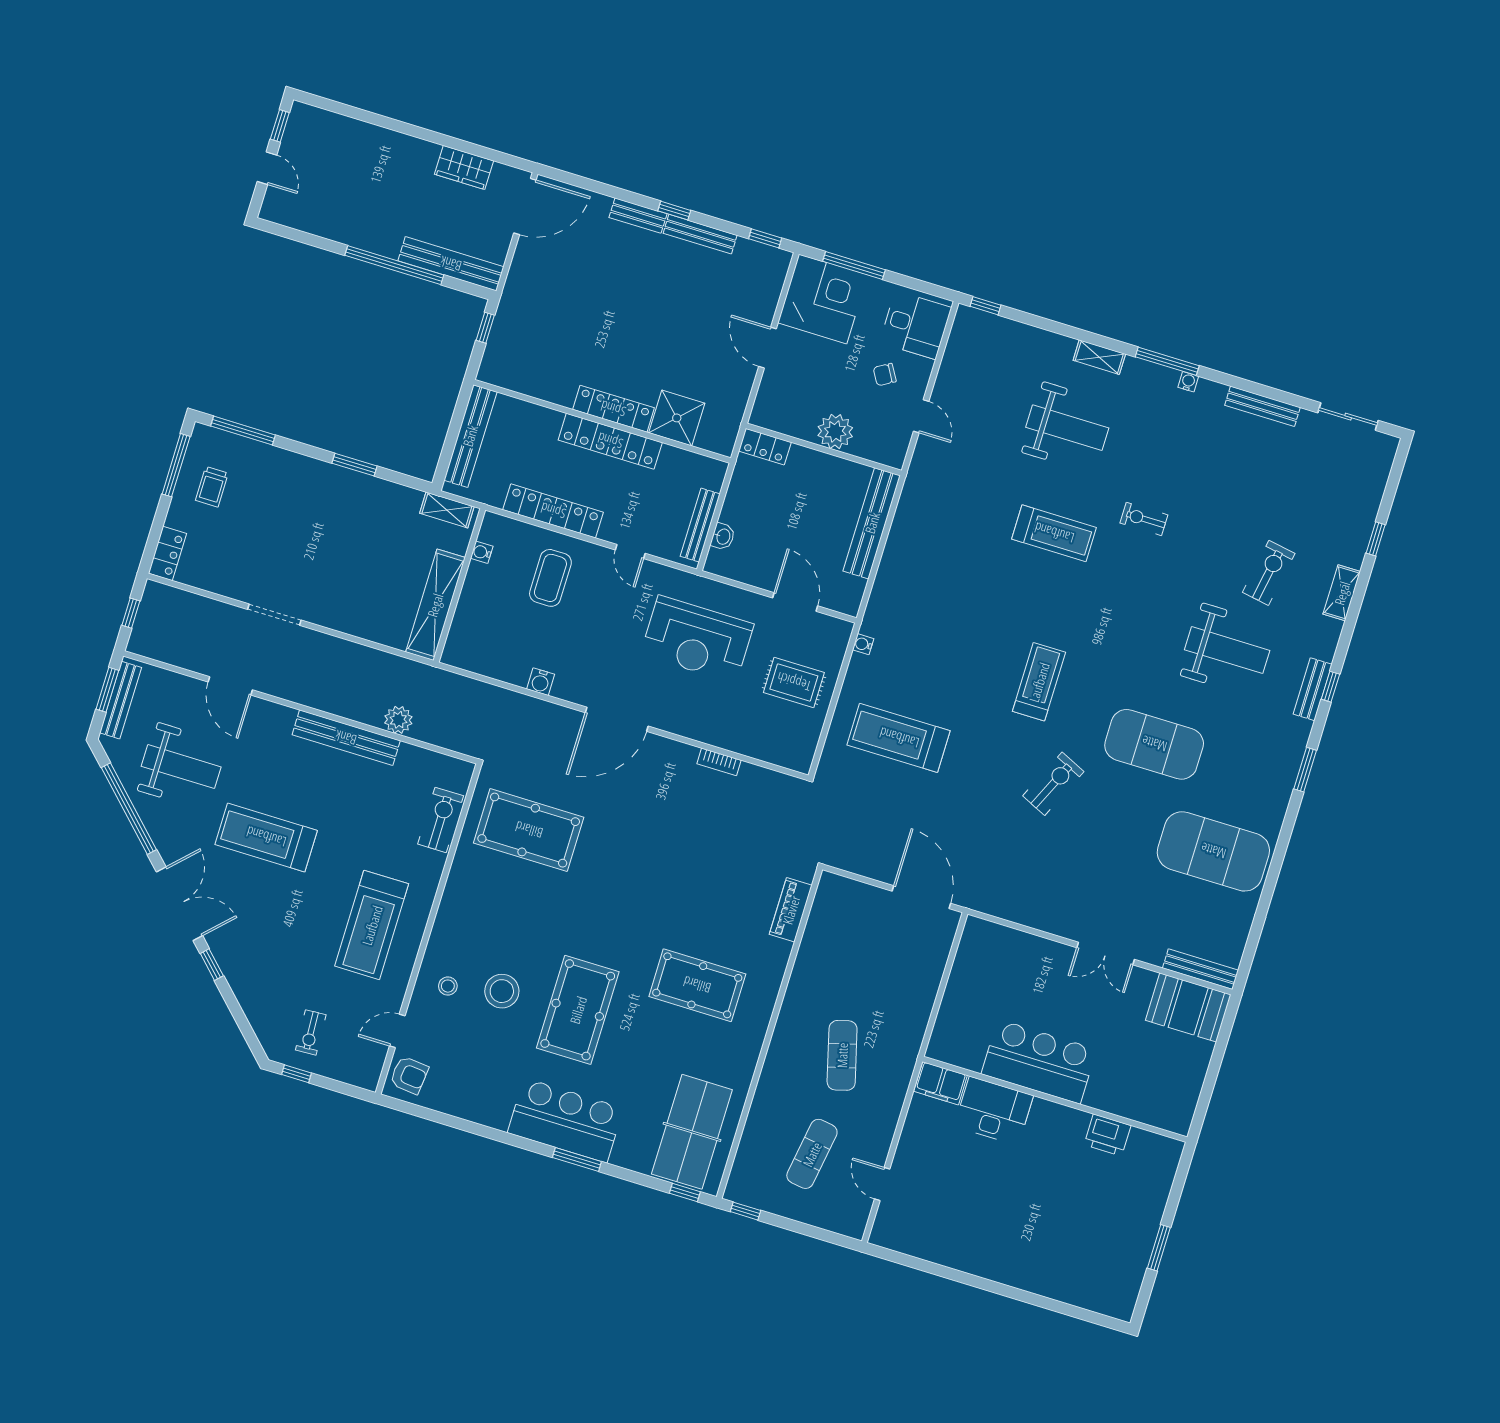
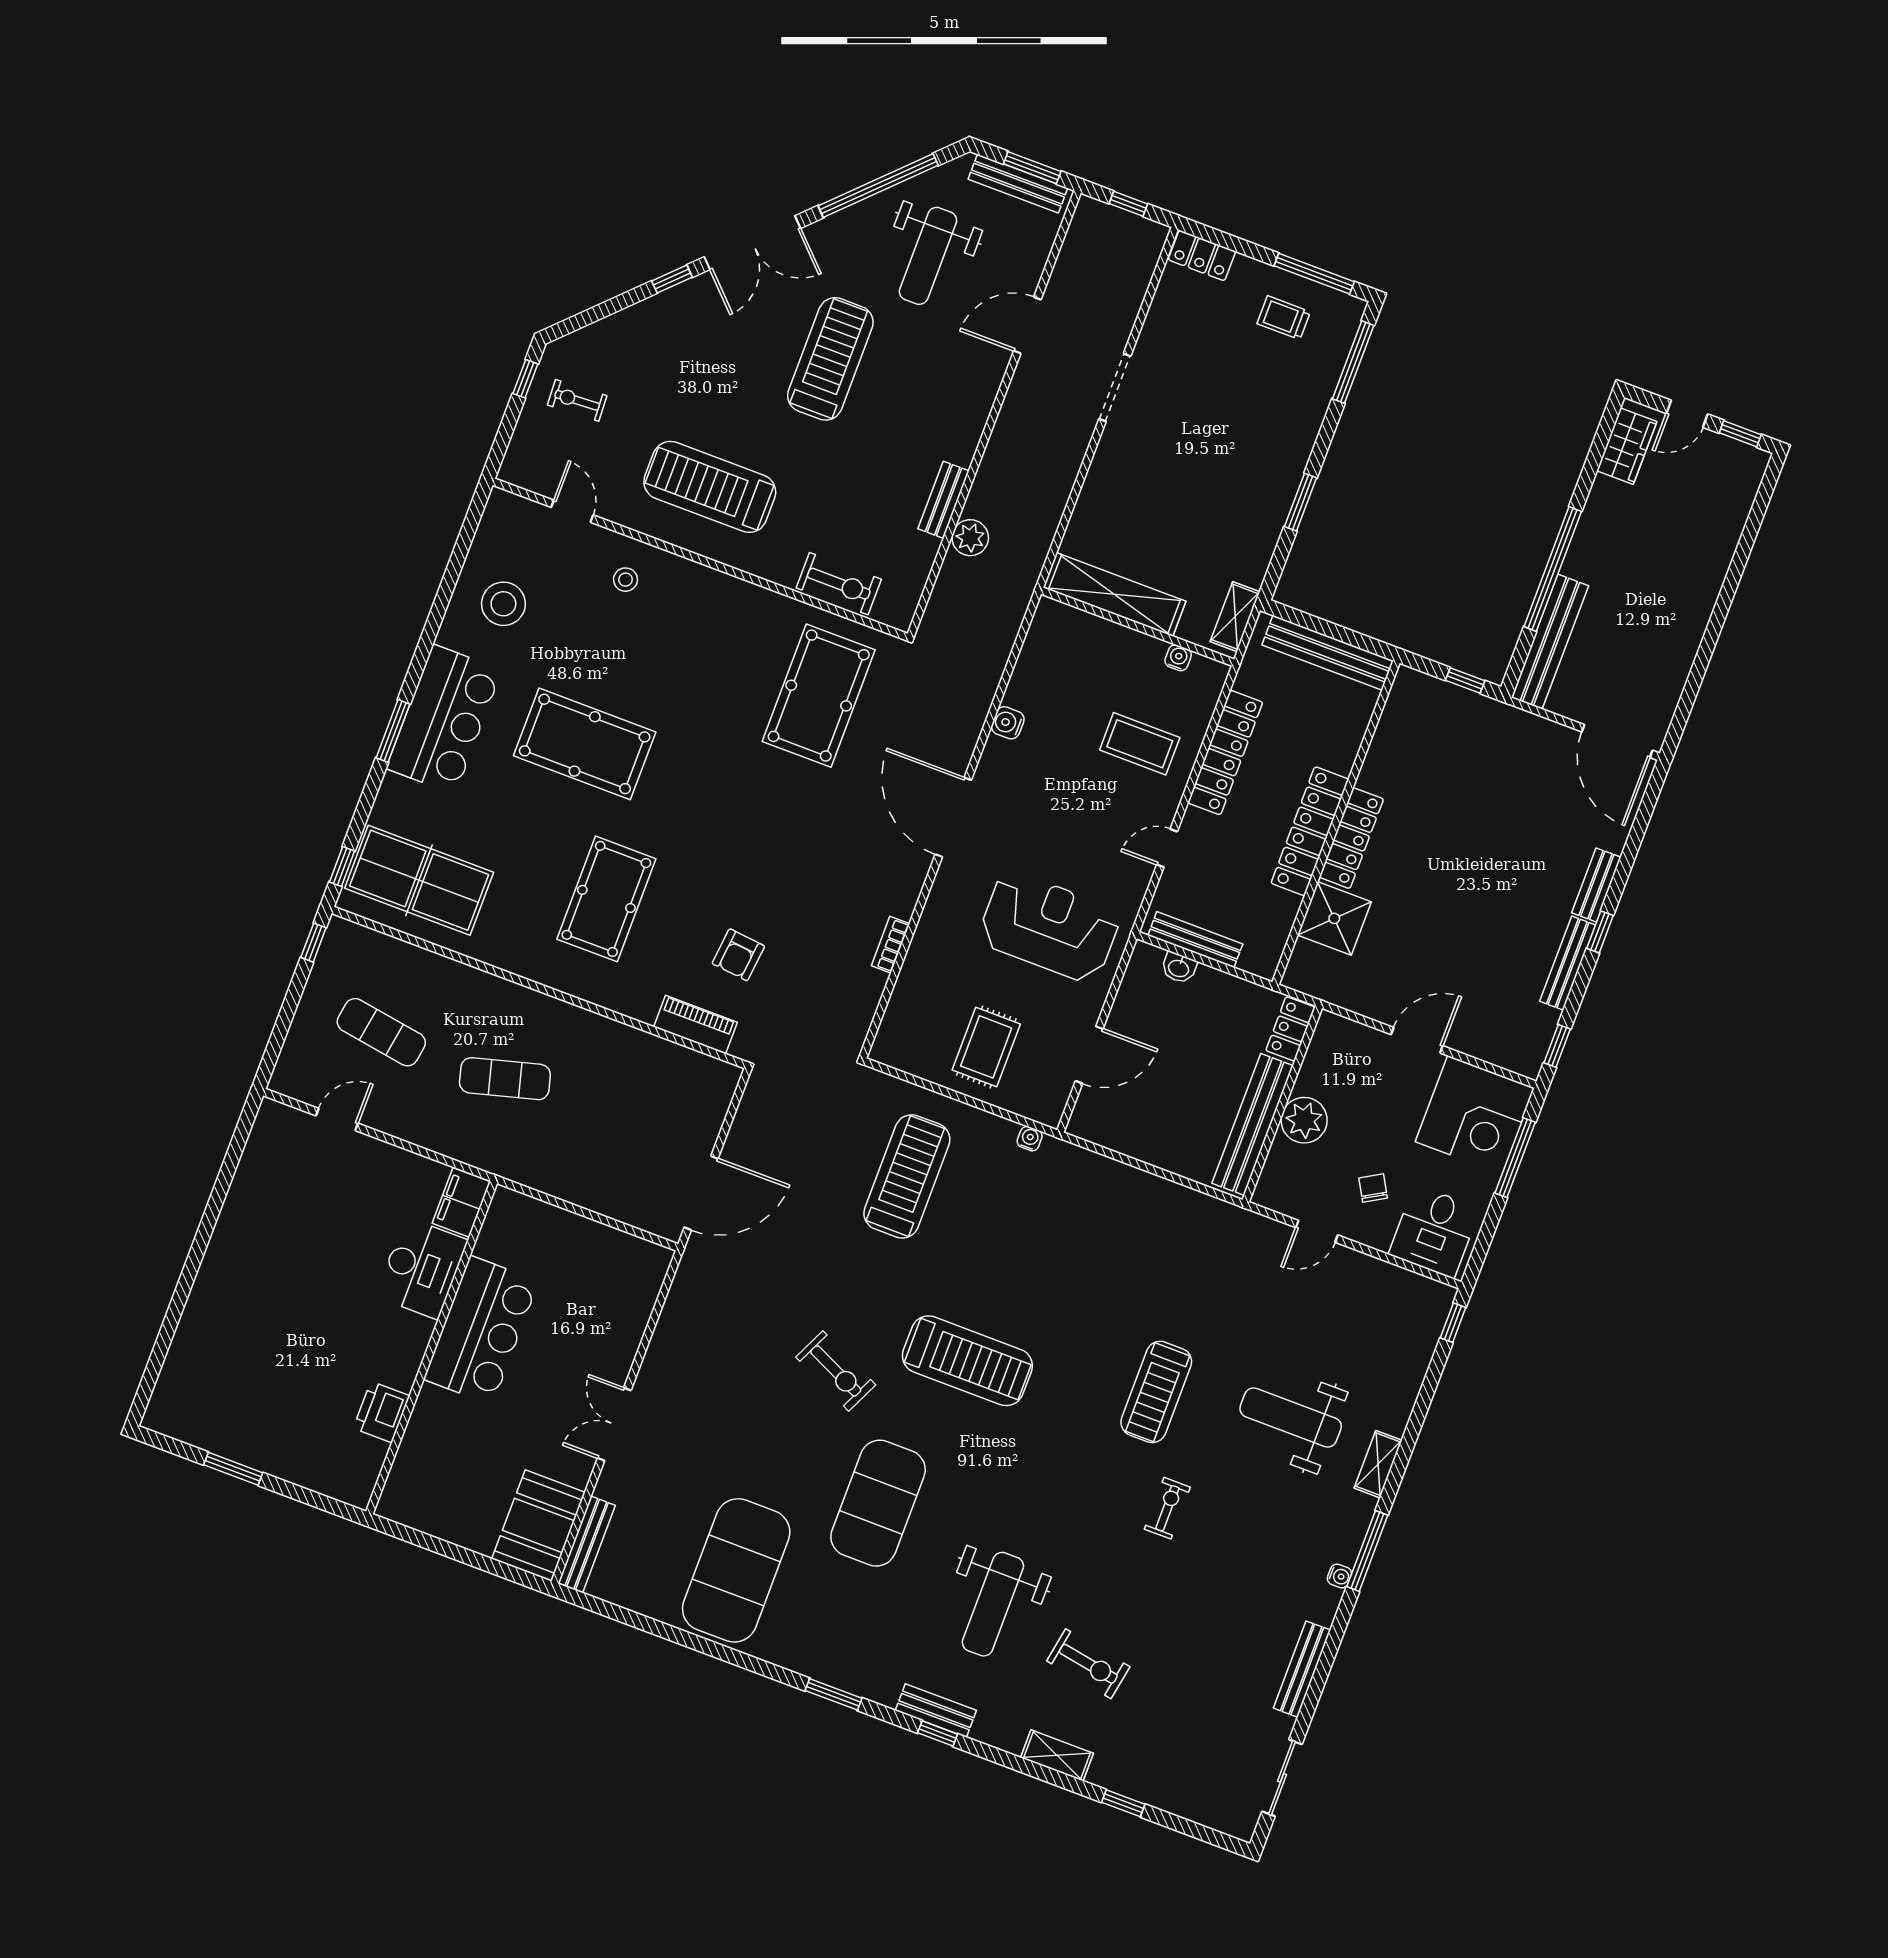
wardrobe: (464, 167) -> (1627, 446), moved, turned 180
weight bench: (1067, 428) -> (1291, 1417), turned 90
bench: (872, 523) -> (1253, 1124), moved, turned 90
reception desk: (697, 639) -> (1049, 927), turned 90
treadmill: (1039, 682) -> (967, 1361), width x1.37, depth x1.38
bench: (346, 738) -> (943, 500), width x0.54, depth x0.82
stool: (502, 991) -> (503, 604), moved
armchair: (409, 1075) -> (738, 955), moved

